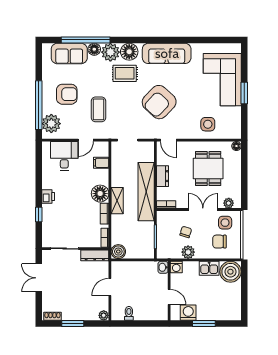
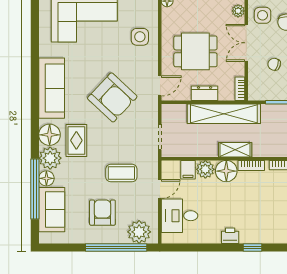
door: (86, 140) -> (160, 189), hinge flipped
dining table: (208, 169) -> (195, 51), moved
plant: (101, 177) -> (205, 169), added

